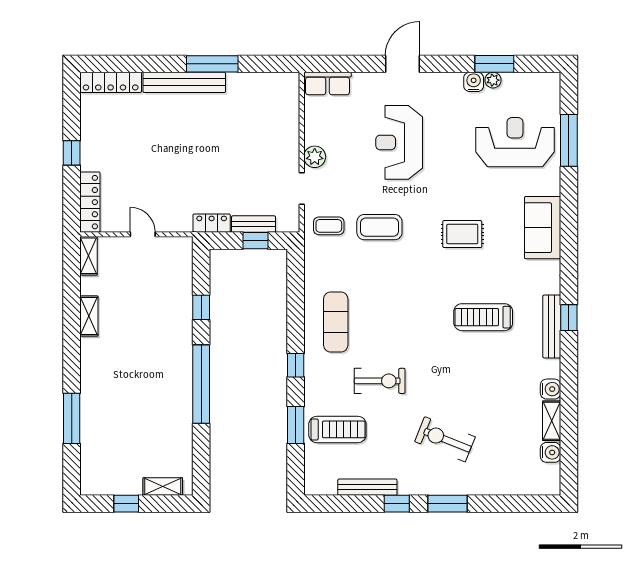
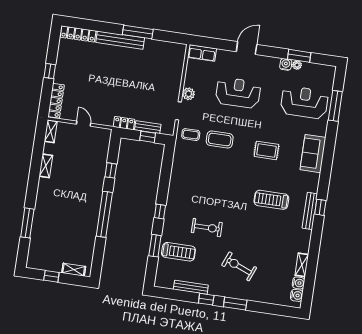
reception desk: (399, 142) -> (238, 93), turned 90
exercise mat: (336, 322) -> (187, 190), removed
water cooler: (551, 389) -> (297, 295), moved

